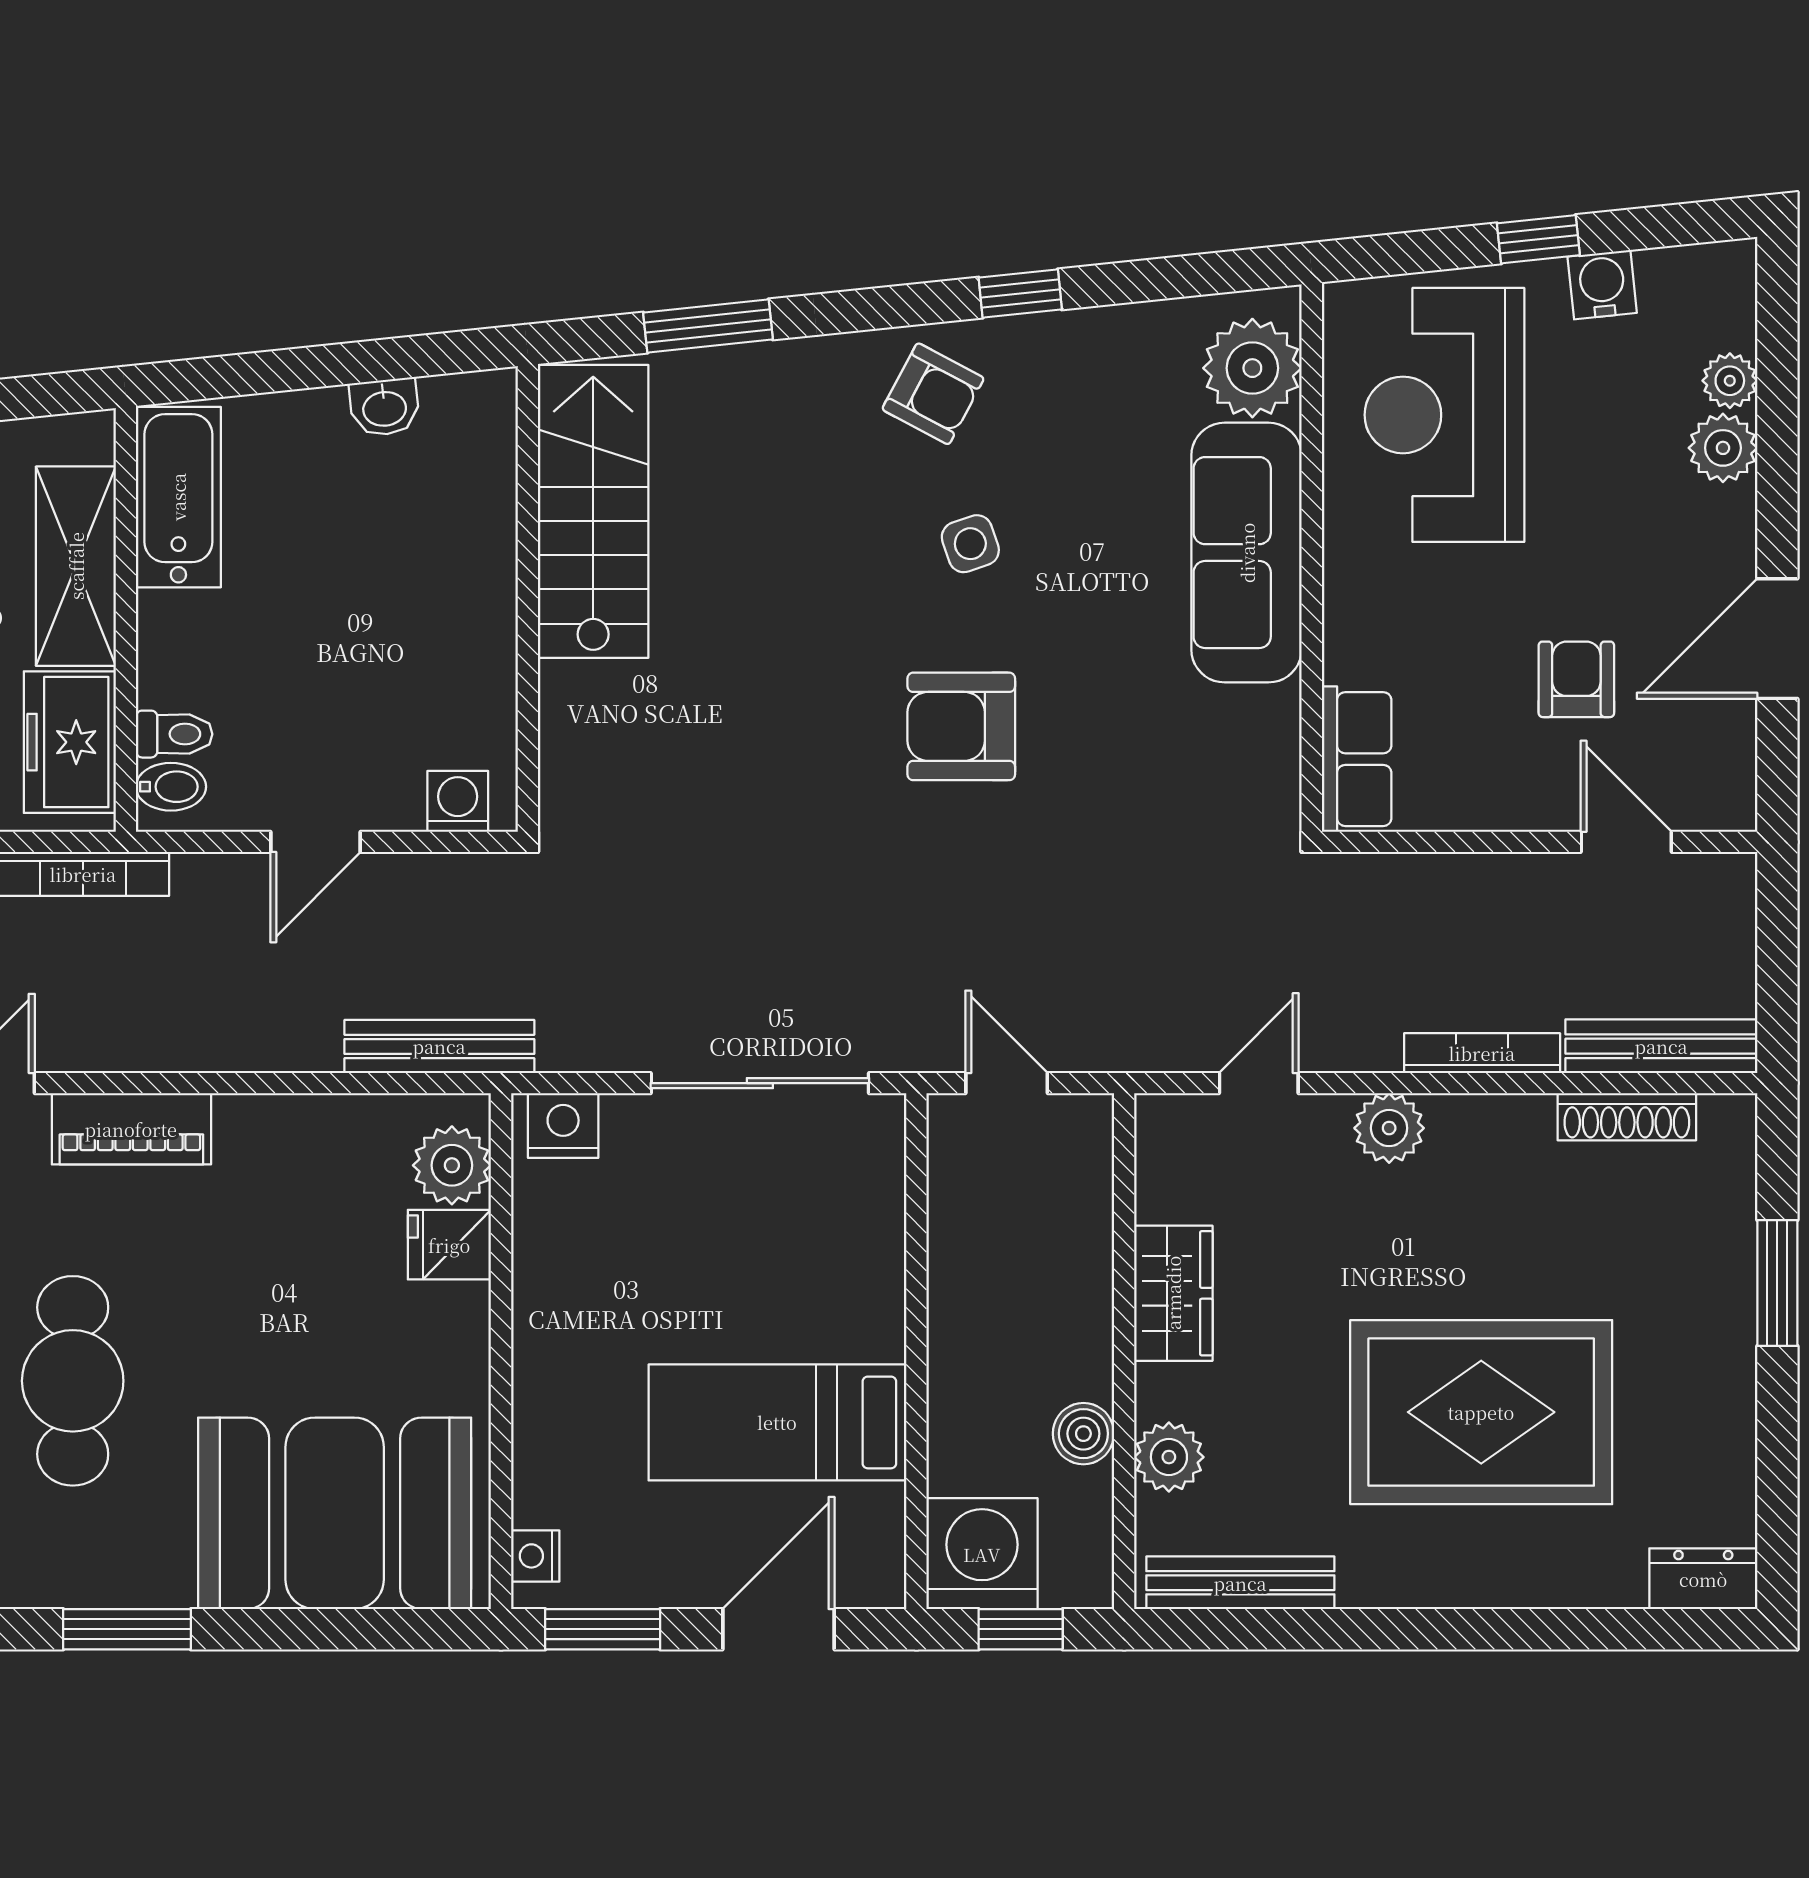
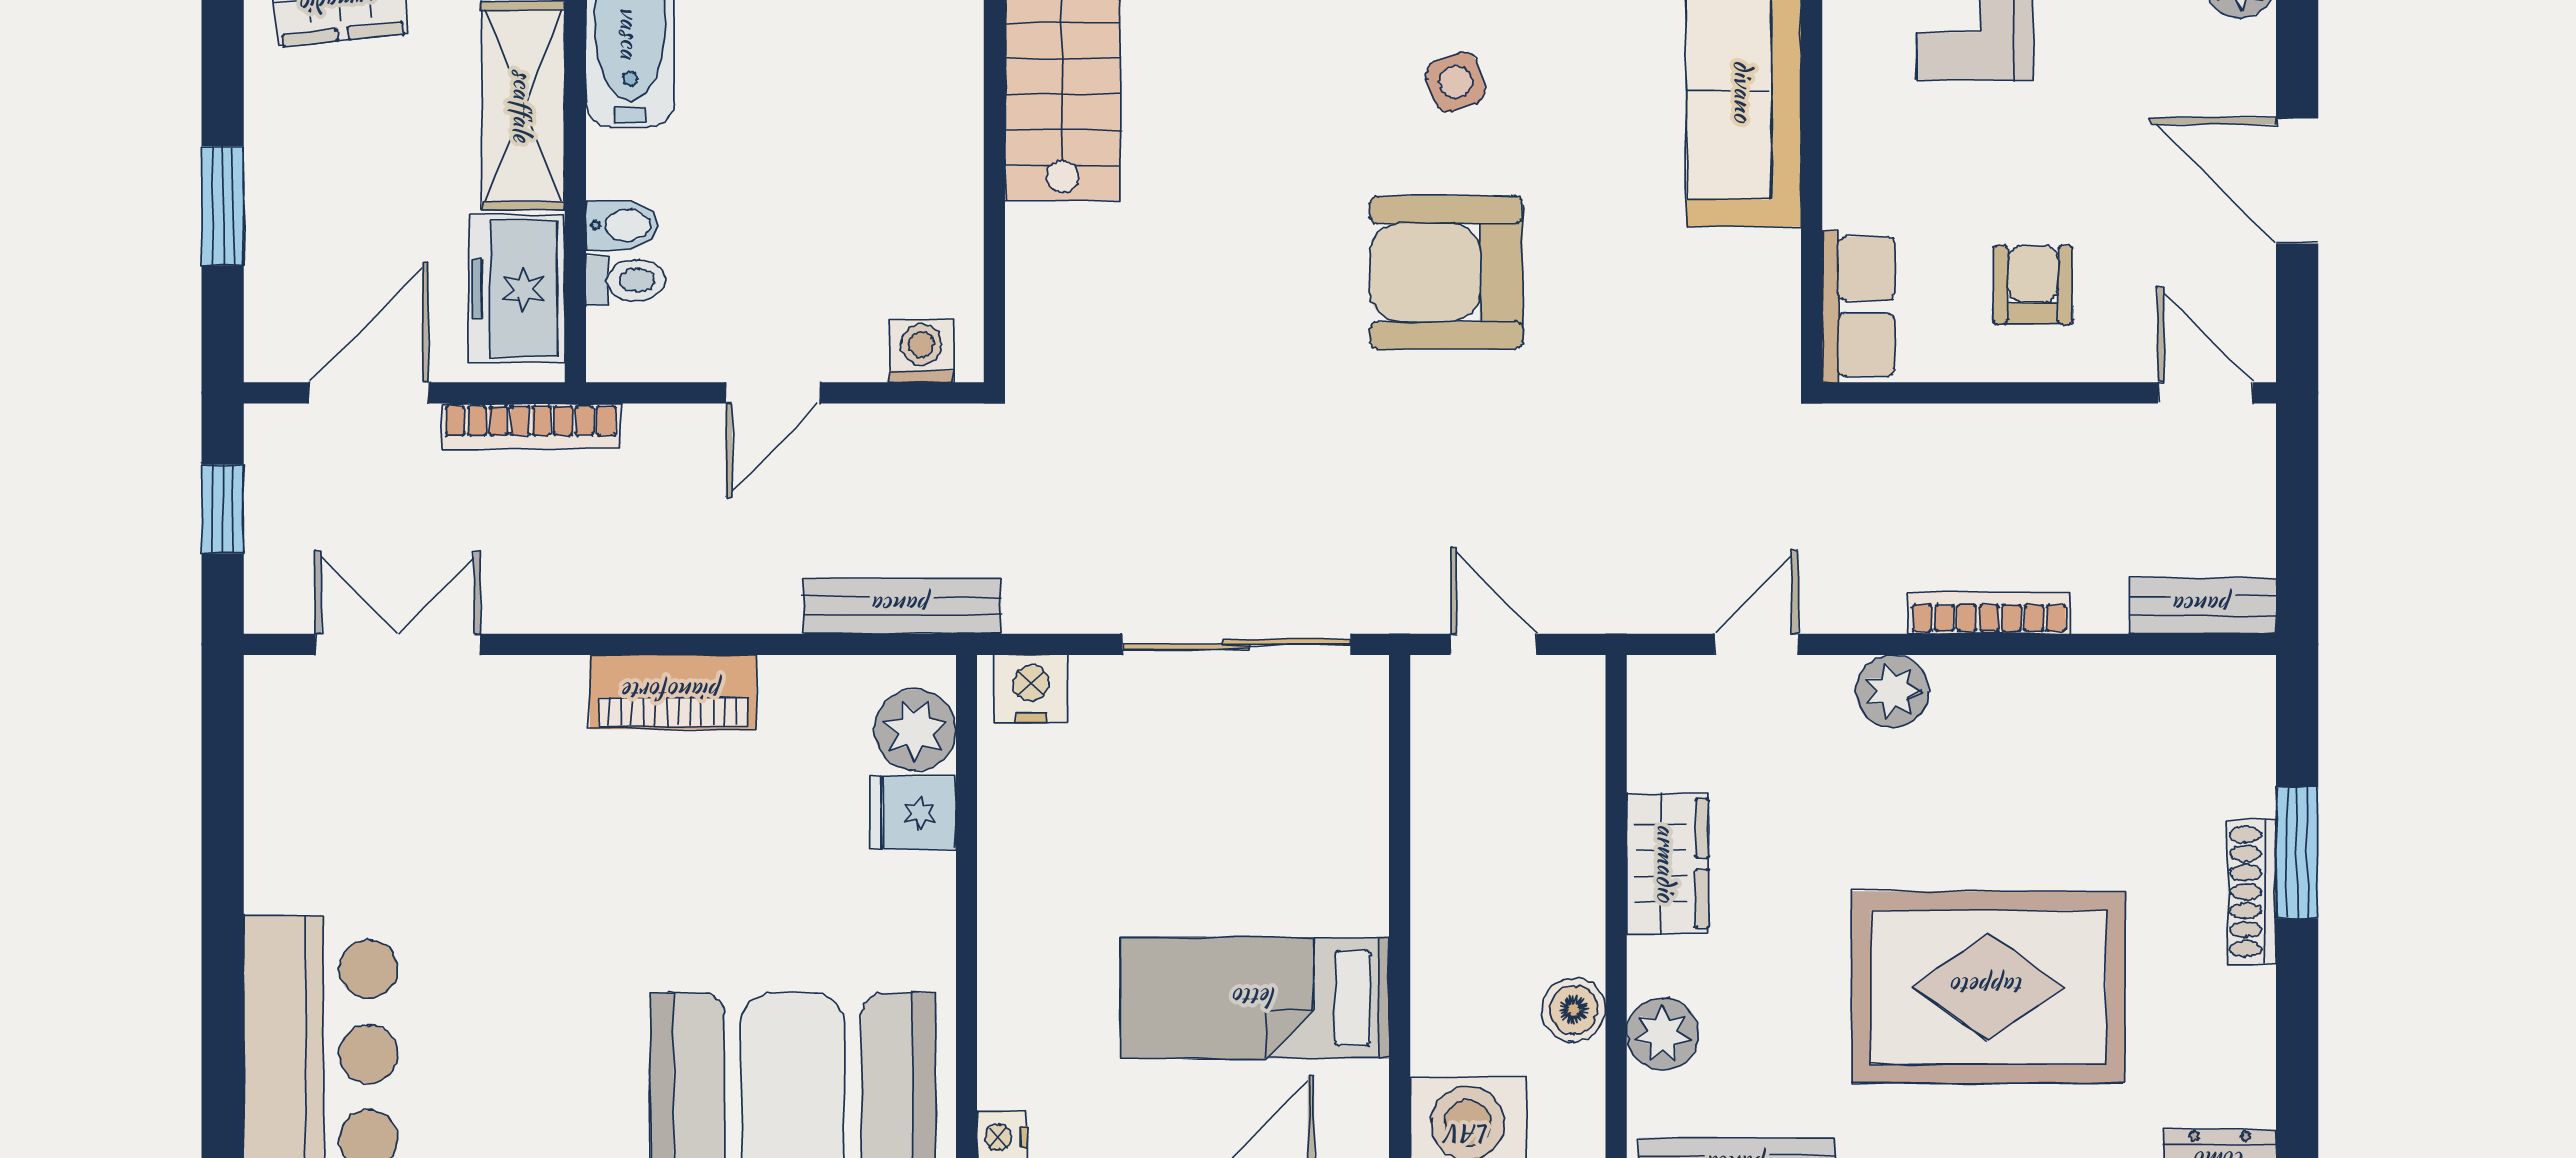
door: (1777, 639) -> (2297, 181), hinge flipped
armchair: (1576, 679) -> (2033, 285), moved
armchair: (961, 726) -> (1446, 272), width x1.36, depth x1.36
bidet: (171, 787) -> (622, 225), moved
door: (1626, 842) -> (2206, 393), moved
bench: (1661, 1046) -> (2203, 606), width x0.73
shoe rack: (1627, 1117) -> (2252, 892), moved, turned 90
piano: (131, 1129) -> (673, 692), moved
cafe table: (73, 1381) -> (520, 955), removed

